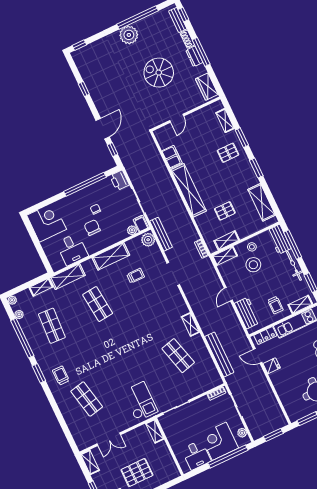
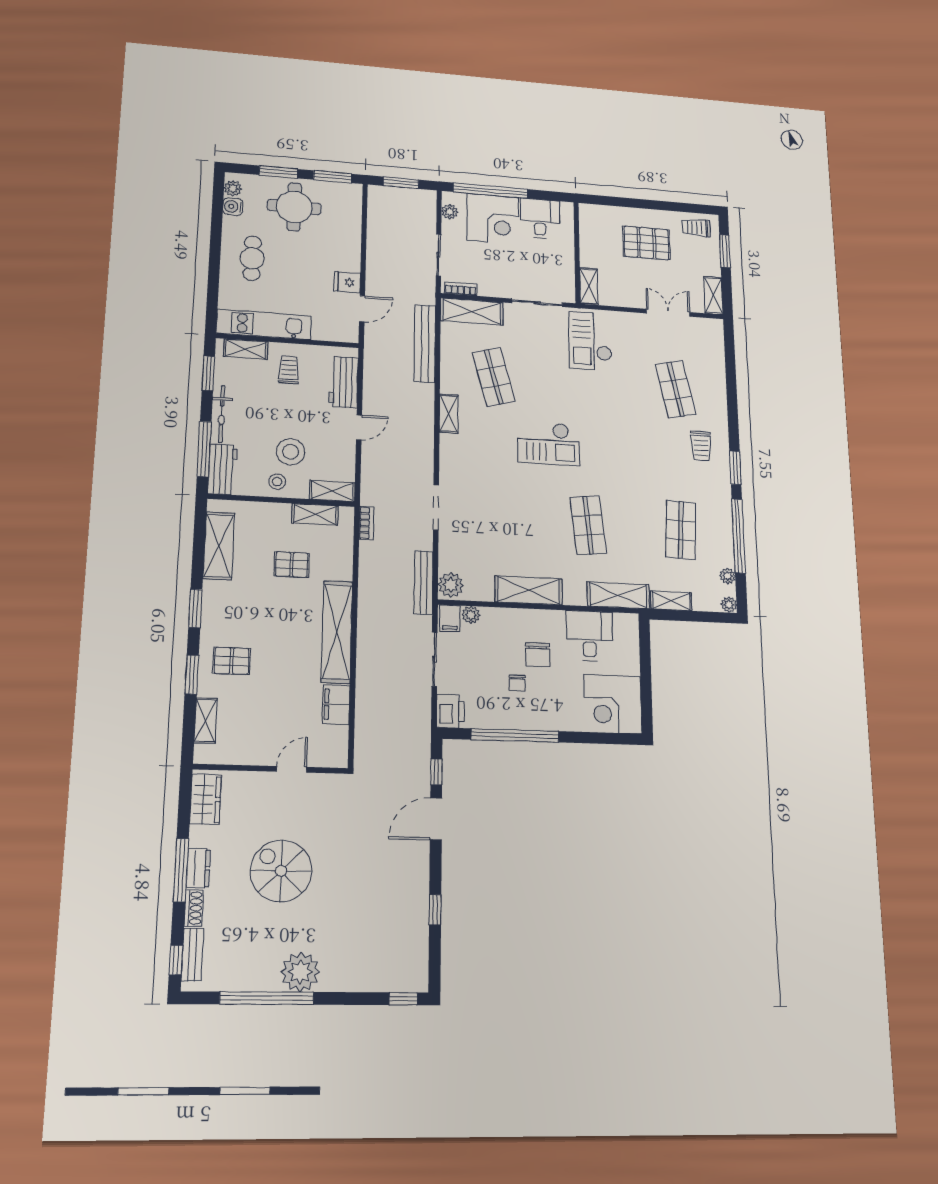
spiral stairs: (159, 73) -> (281, 871), turned 180
trolley: (136, 276) -> (502, 537), removed
checkout: (136, 335) -> (548, 443), added
locker: (265, 336) -> (332, 332), removed
door: (258, 356) -> (362, 309), hinge flipped
shelving: (205, 384) -> (472, 312), added

